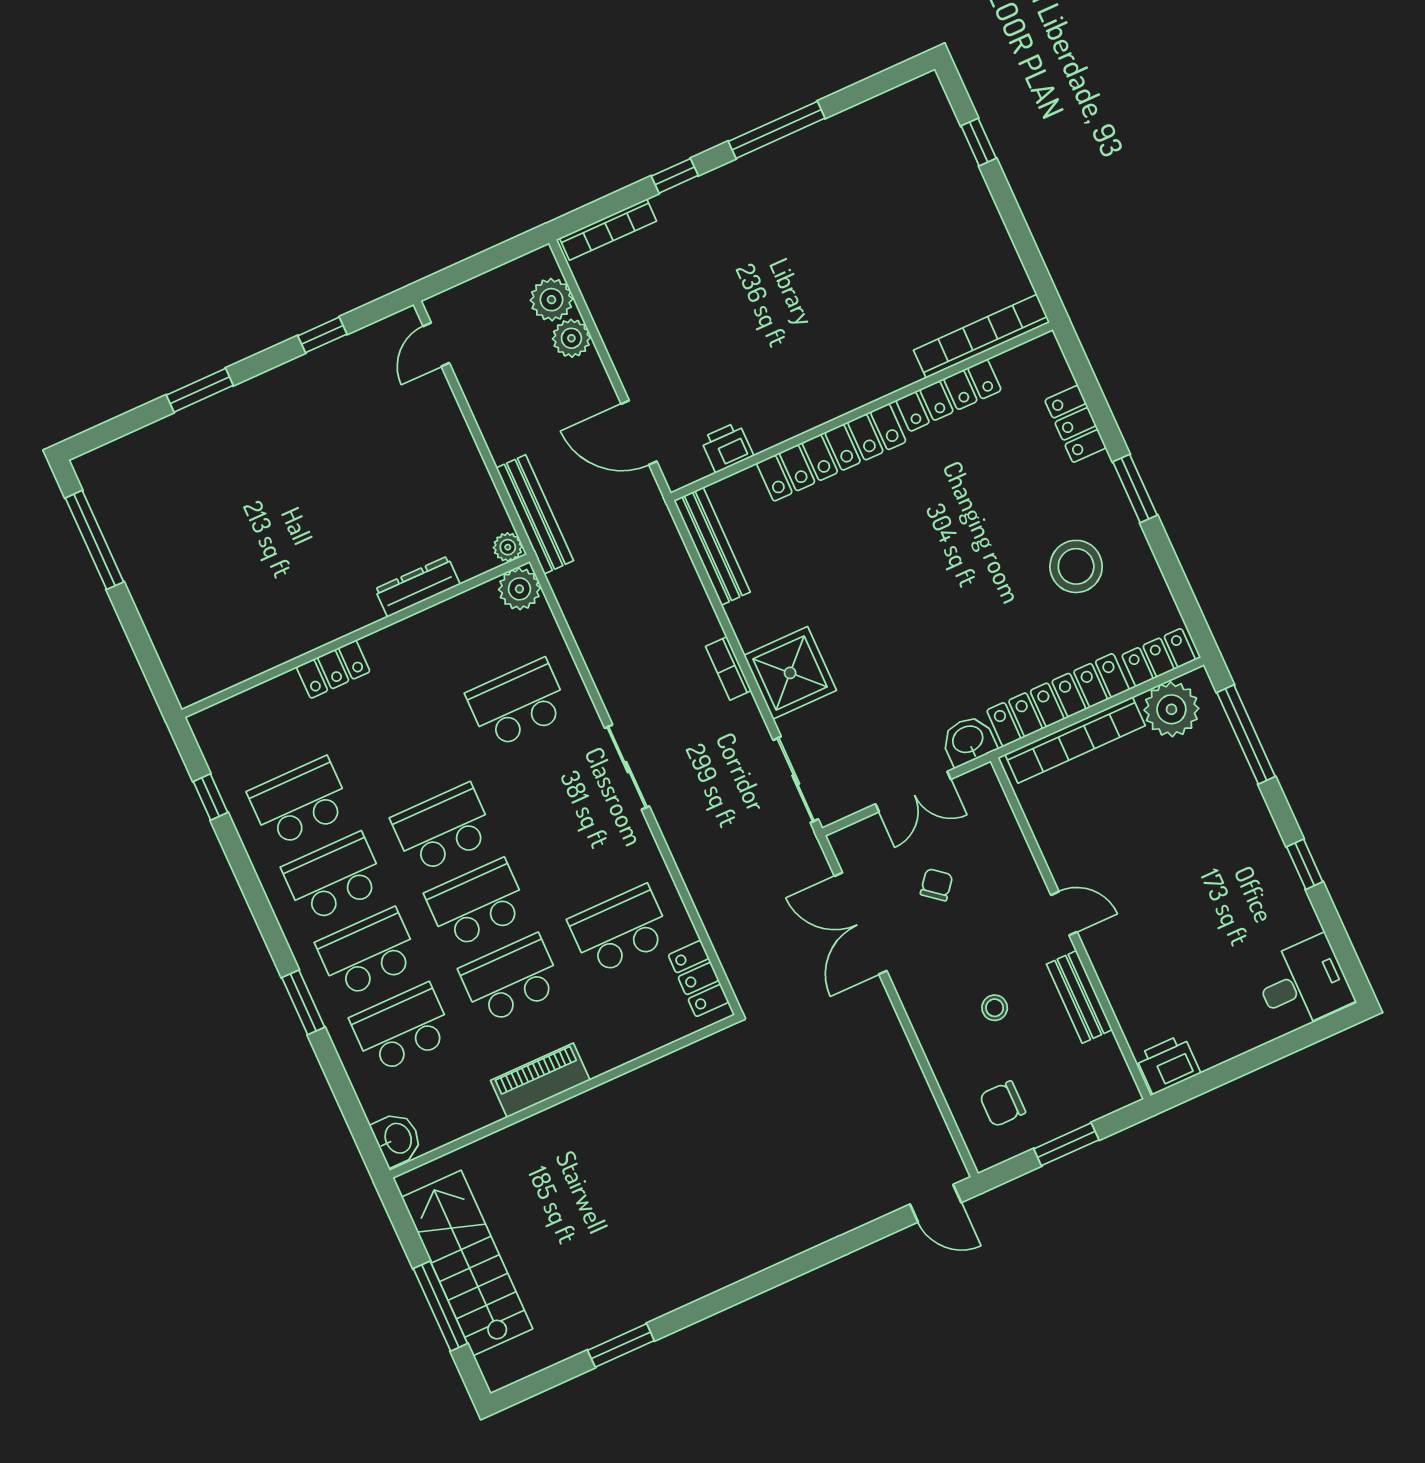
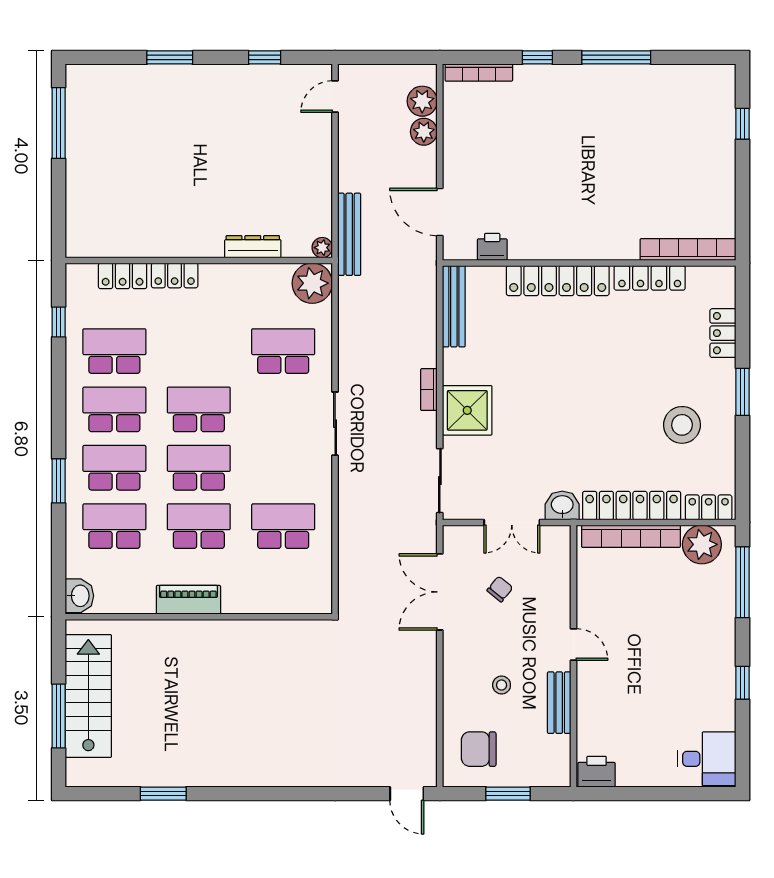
plant: (519, 589) -> (312, 283), width x1.36, depth x1.36
locker: (698, 979) -> (123, 276), moved, turned -90
chair: (1002, 1104) -> (479, 749), width x1.37, depth x1.37

